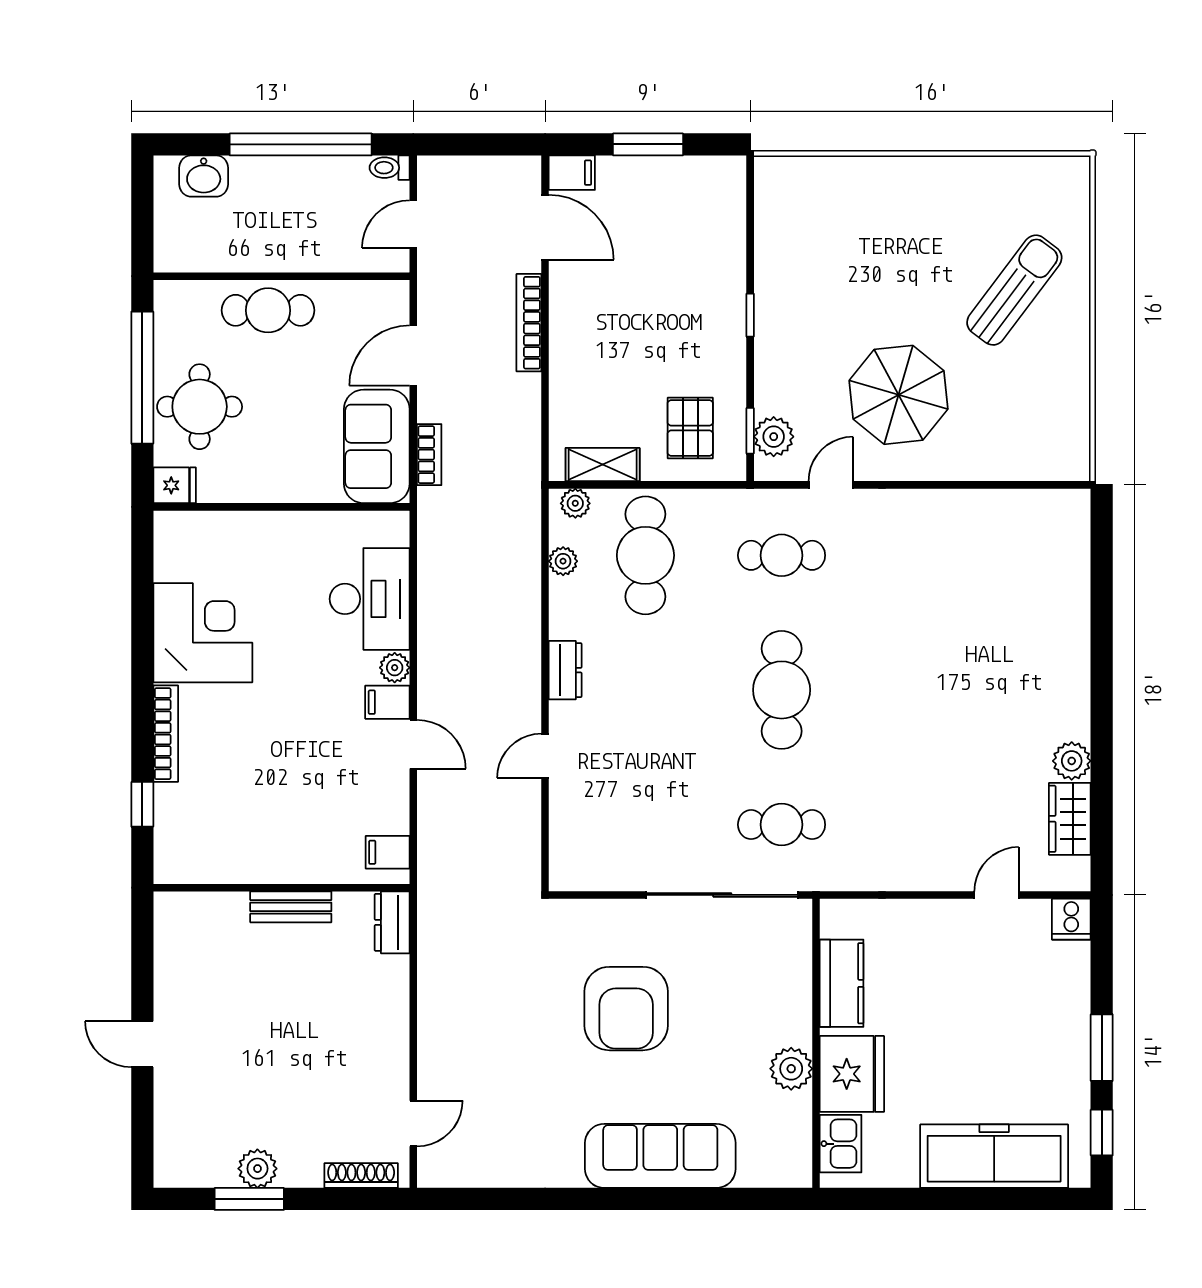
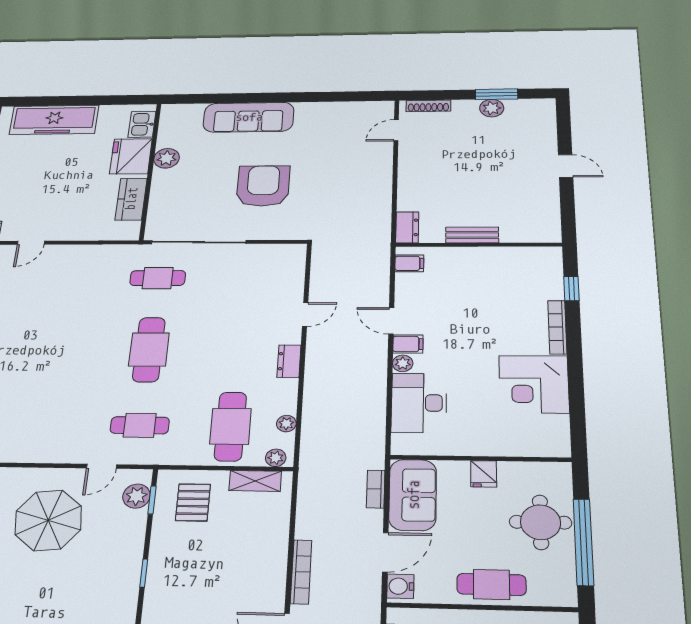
water cooler: (391, 304) -> (400, 586), added
fridge: (175, 485) -> (484, 474), moved, turned -90

